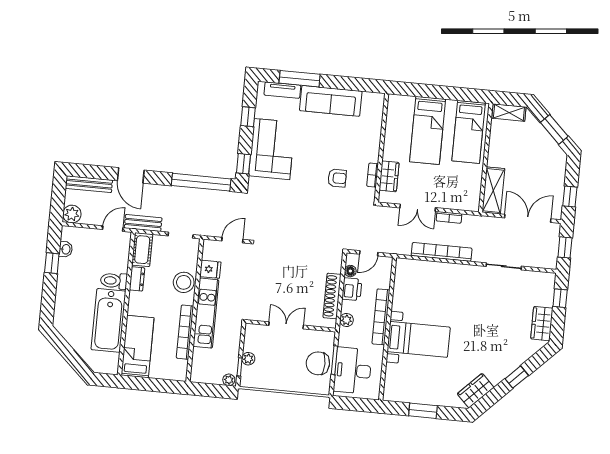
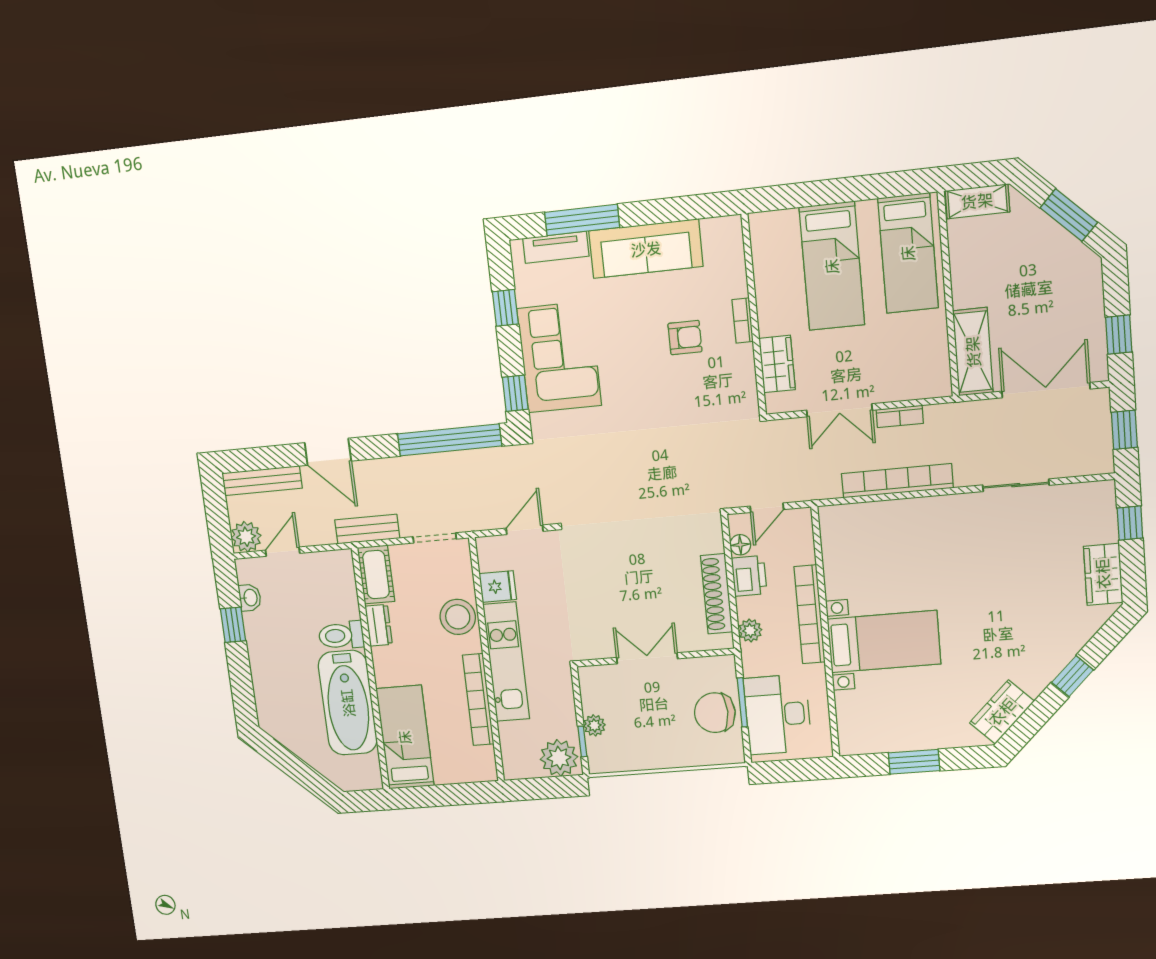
bookcase: (373, 175) -> (743, 321), moved
armchair: (337, 178) -> (685, 338), moved
door: (113, 229) -> (283, 552), moved
plant: (229, 380) -> (559, 758), width x1.88, depth x1.88

